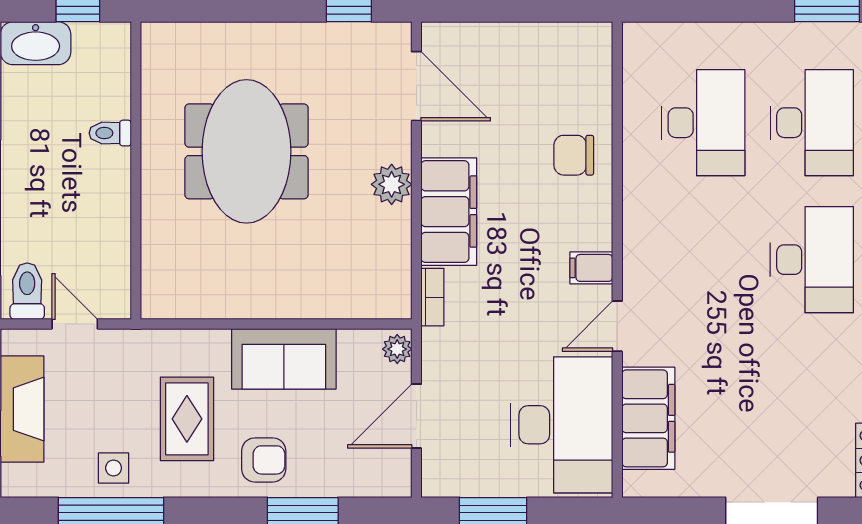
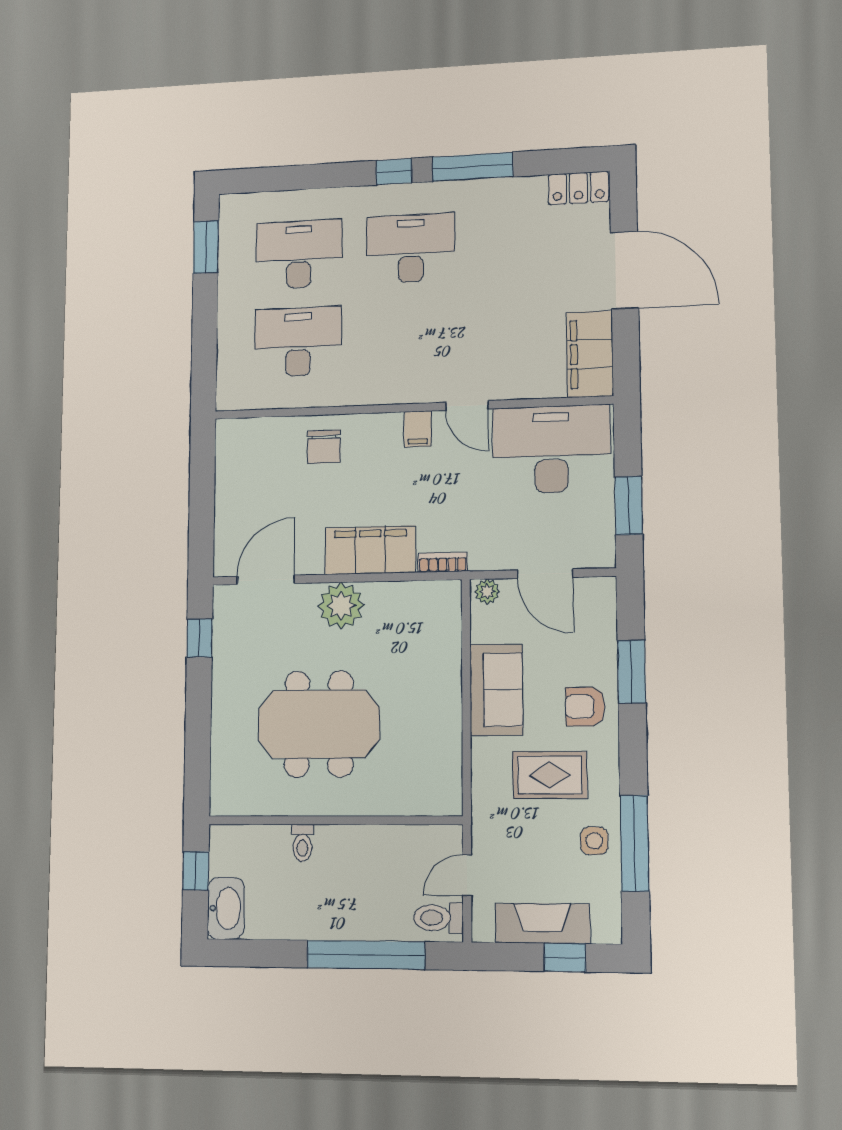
plant: (392, 184) -> (341, 606), width x1.36, depth x1.36
filing cabinet: (648, 418) -> (590, 354), moved, turned -90
armchair: (264, 460) -> (585, 707), turned -90

